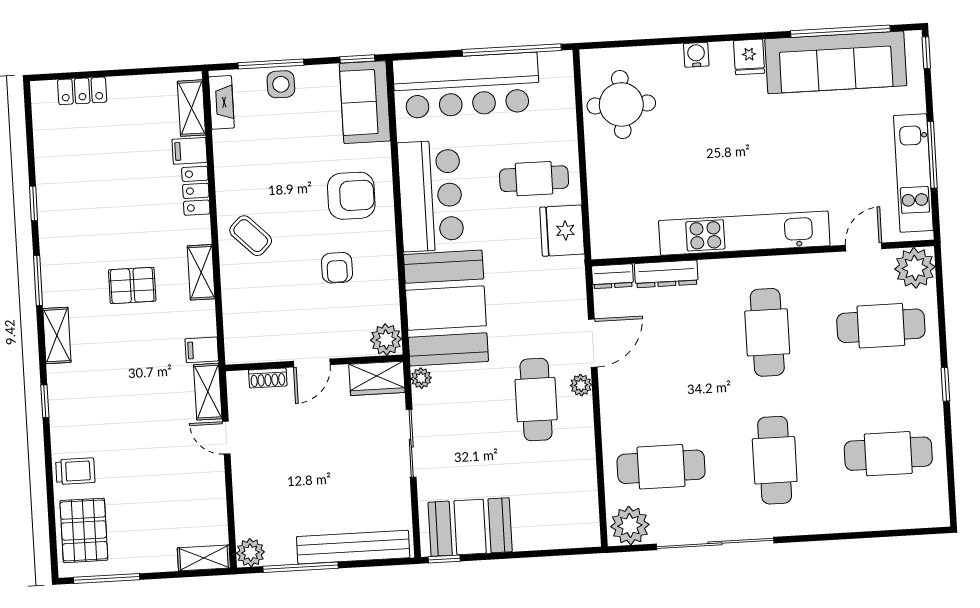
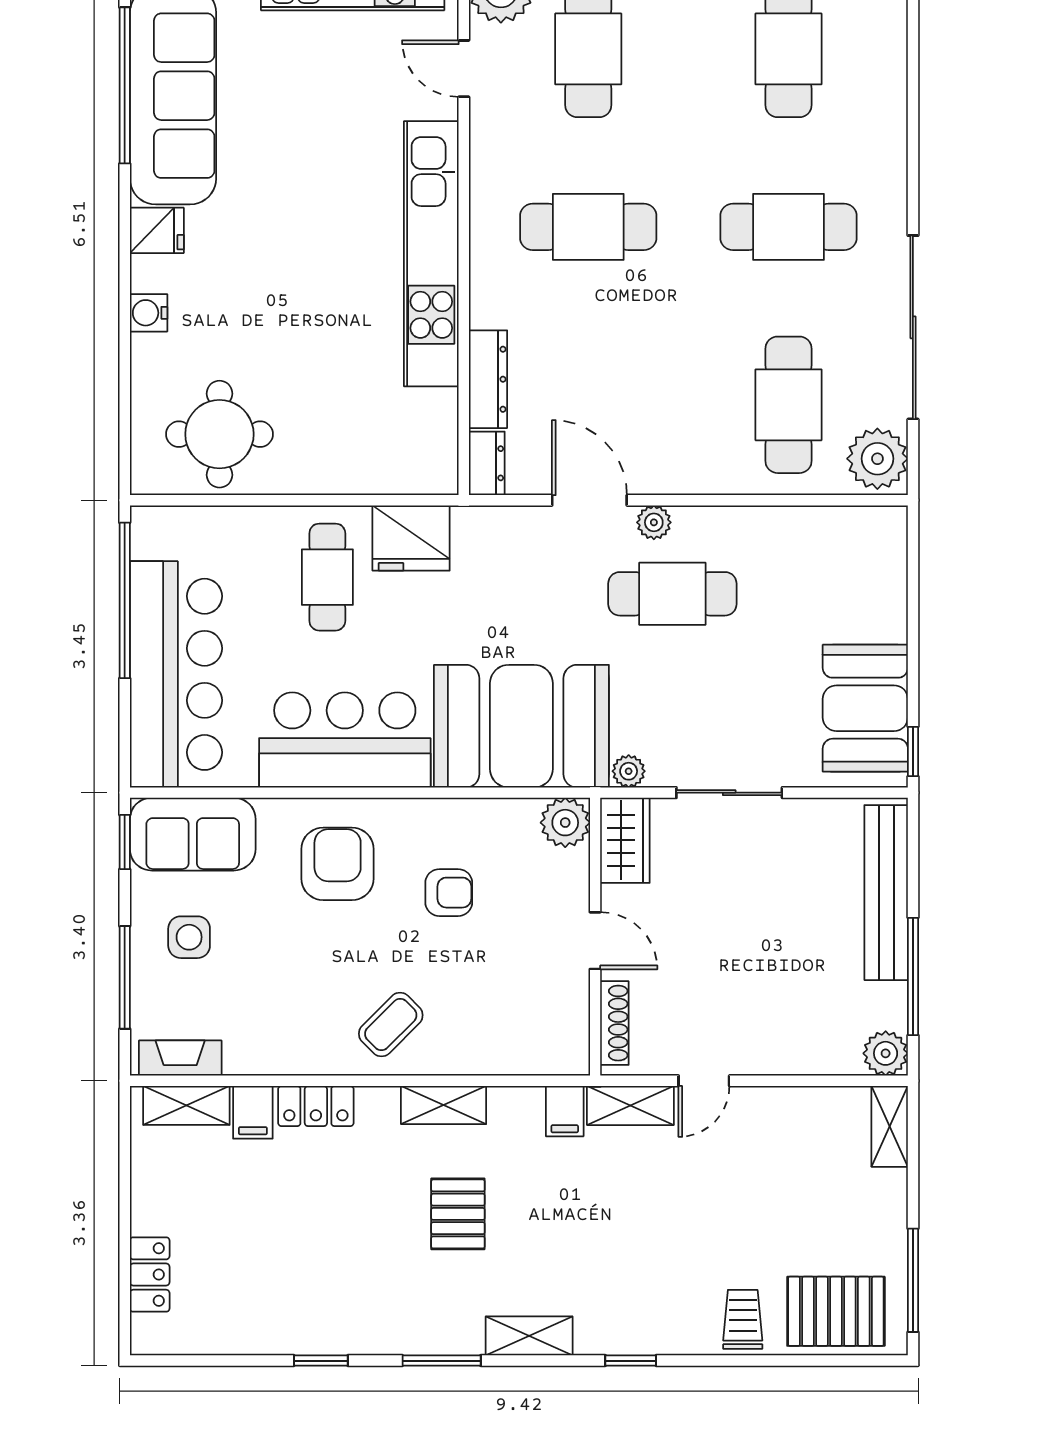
side table: (281, 84) -> (189, 937), moved
shoe rack: (268, 378) -> (614, 1023), width x1.43

